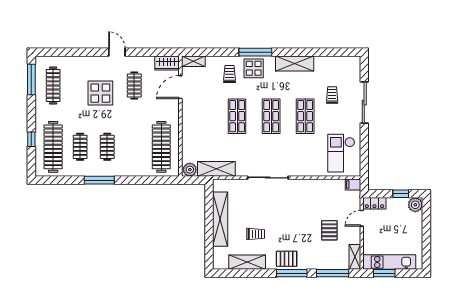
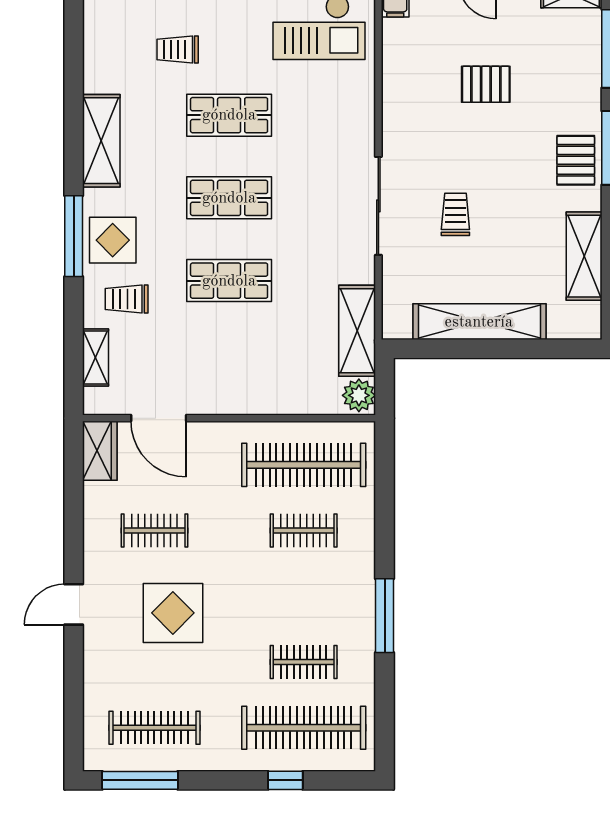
door: (117, 52) -> (74, 604), moved
shelving: (193, 61) -> (96, 358), moved
clothes rail: (107, 147) -> (304, 531), moved
pallet: (329, 230) -> (486, 84), moved
trolley: (256, 234) -> (455, 214), moved

